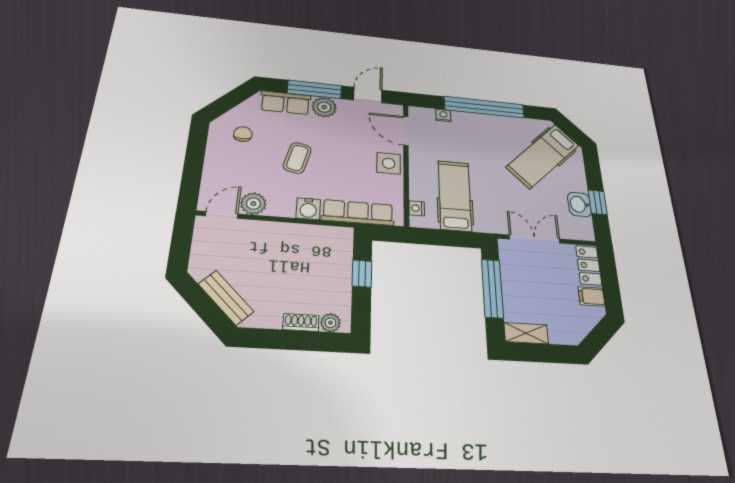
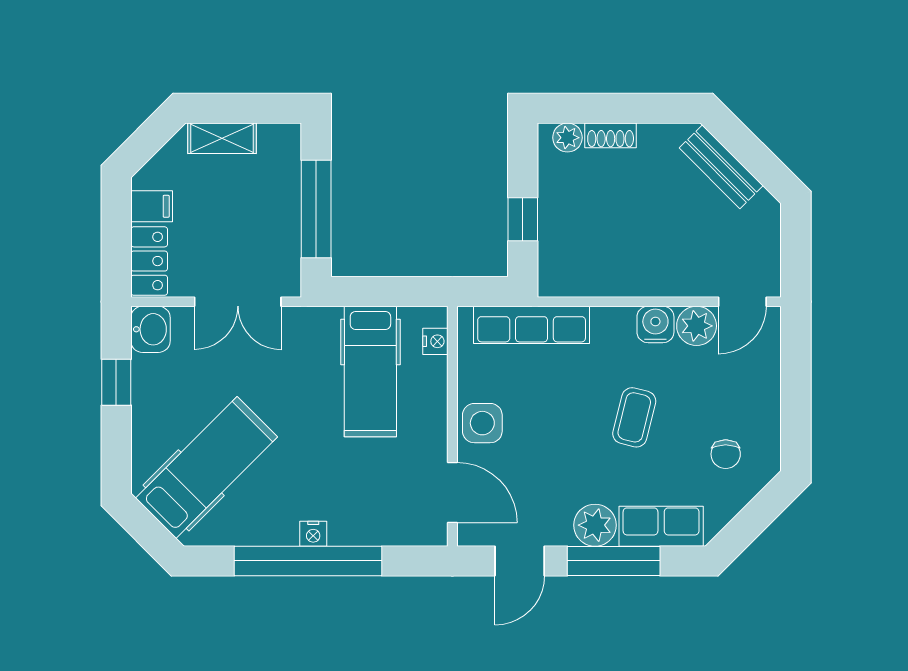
nightstand: (443, 115) -> (313, 534), moved
washbasin: (579, 204) -> (150, 329), moved
water cooler: (308, 209) -> (655, 324), moved
shelving: (526, 333) -> (222, 138), moved

